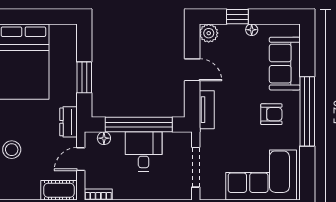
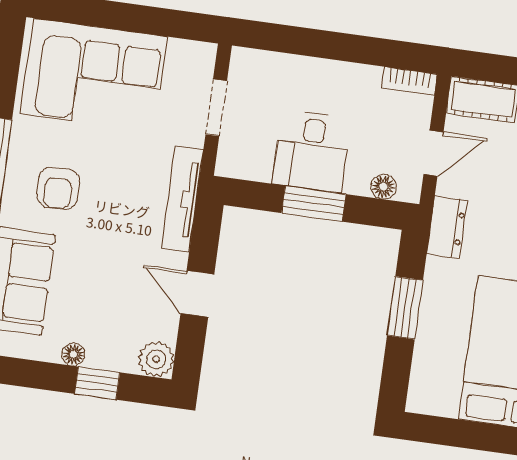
tv unit: (207, 110) -> (182, 199), width x1.41
armchair: (271, 114) -> (58, 188), turned -90
window: (139, 125) -> (314, 204), width x0.47
doorway: (196, 167) -> (216, 108), width x0.73

